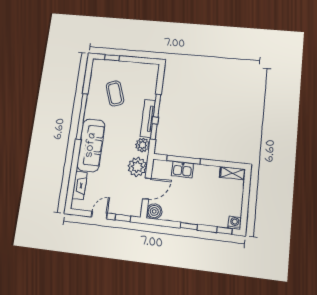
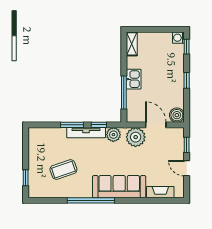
kitchen sink: (182, 170) -> (134, 79), moved

